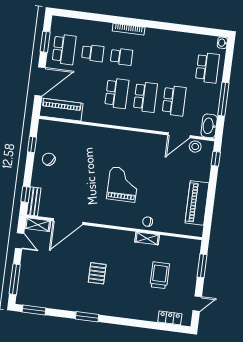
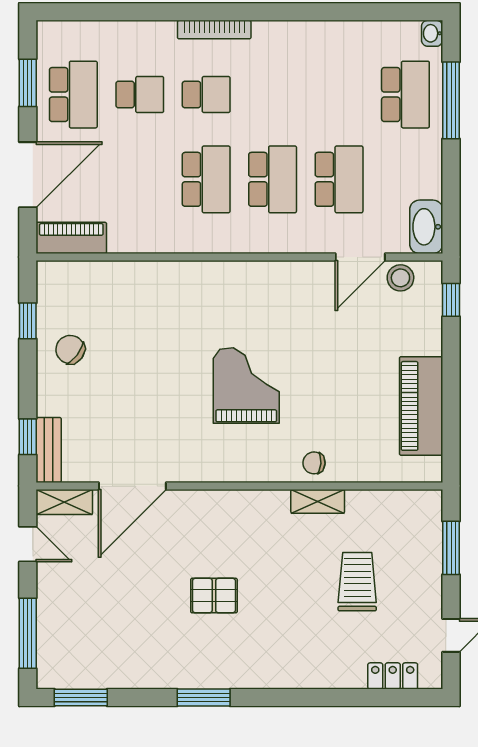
window: (223, 99) -> (451, 100), moved
piano: (61, 110) -> (71, 238), width x0.73, depth x0.75
pallet: (97, 273) -> (214, 596), turned 90

